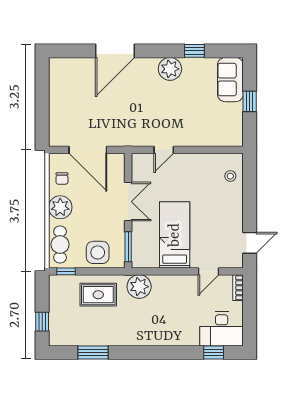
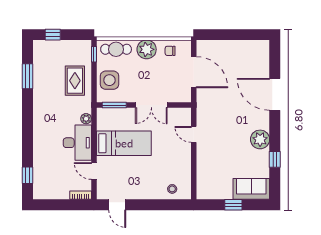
door: (88, 150) -> (194, 72), swing flipped
plant: (139, 287) -> (86, 119), width x0.53, depth x0.53
desk: (222, 329) -> (77, 143), moved, turned 180

